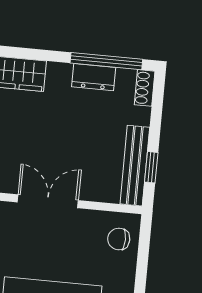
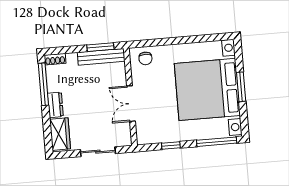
dresser: (94, 77) -> (55, 105), moved
window: (151, 167) -> (100, 47), width x1.50

